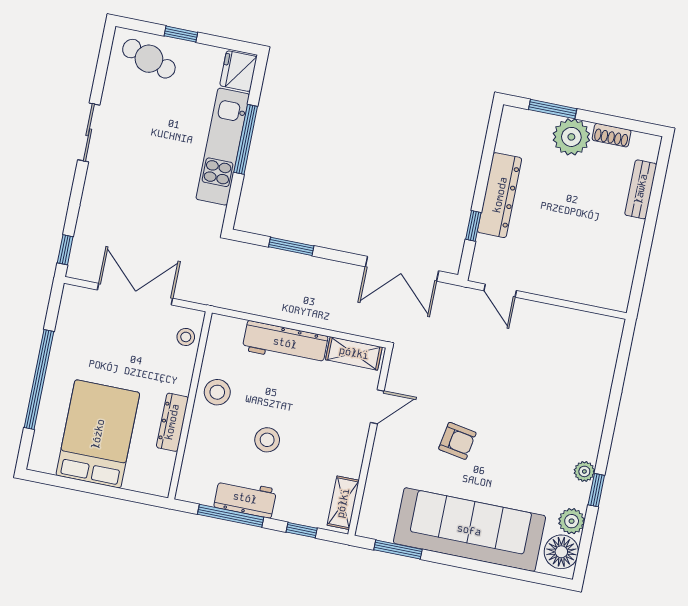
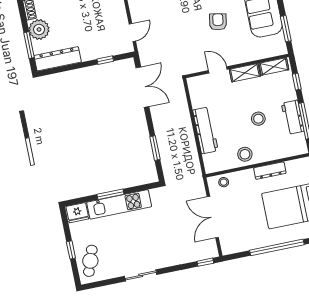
window: (246, 139) -> (110, 194), width x0.69
dresser: (500, 195) -> (58, 59), moved
shelving: (354, 353) -> (245, 73), moved, turned 90

